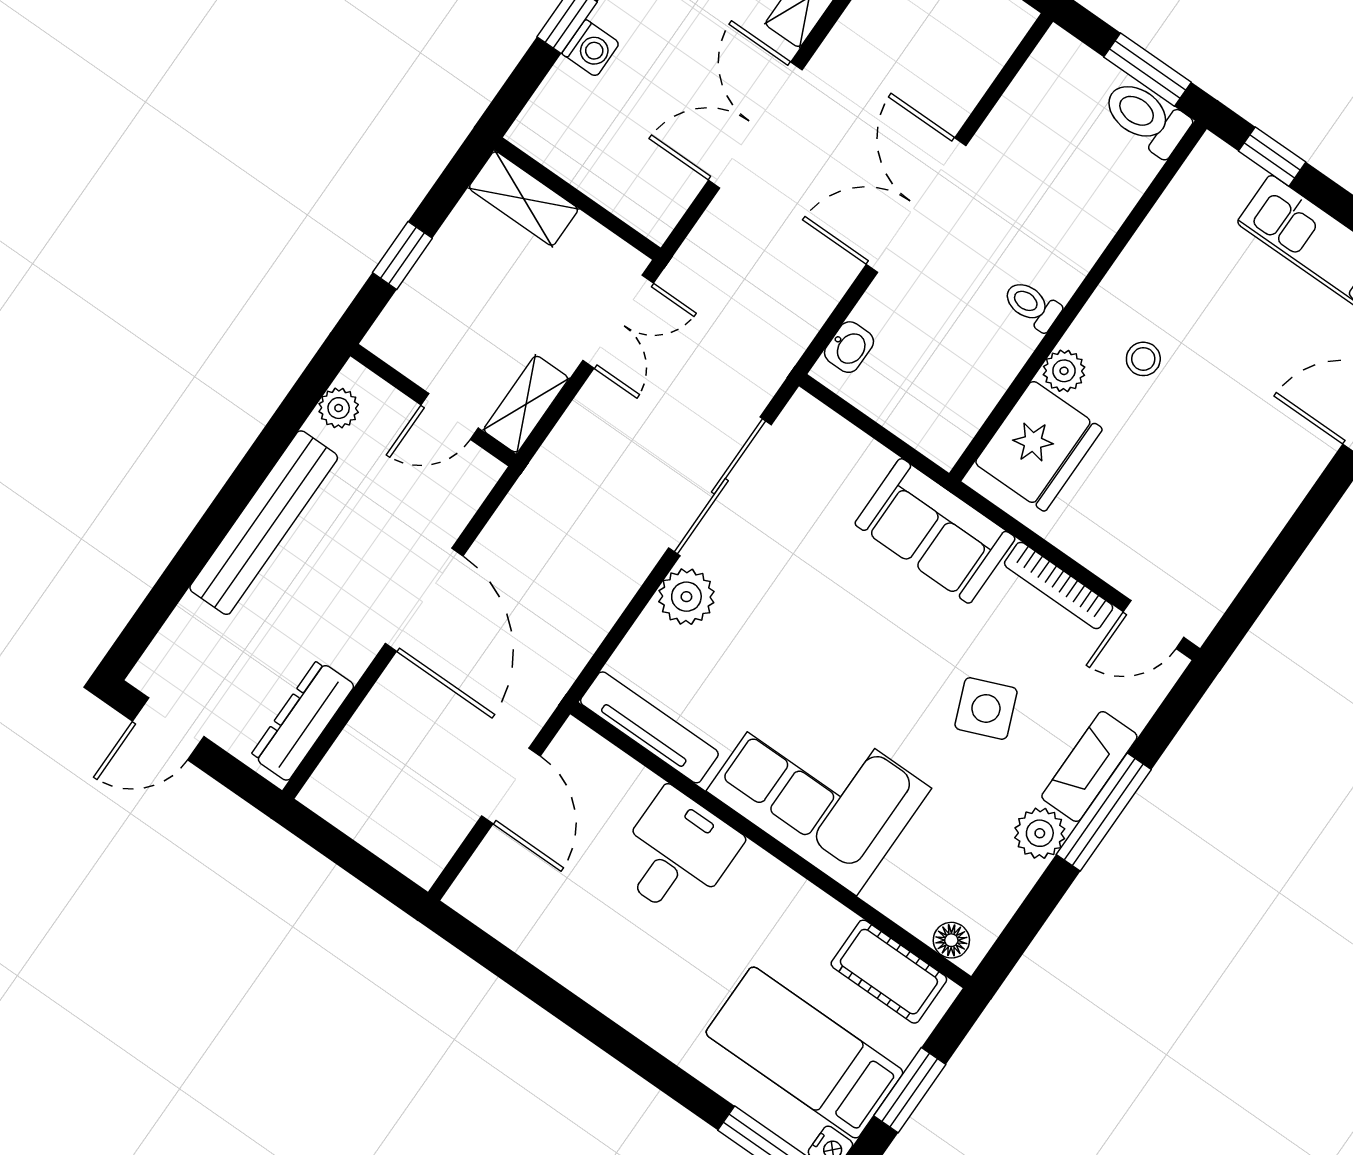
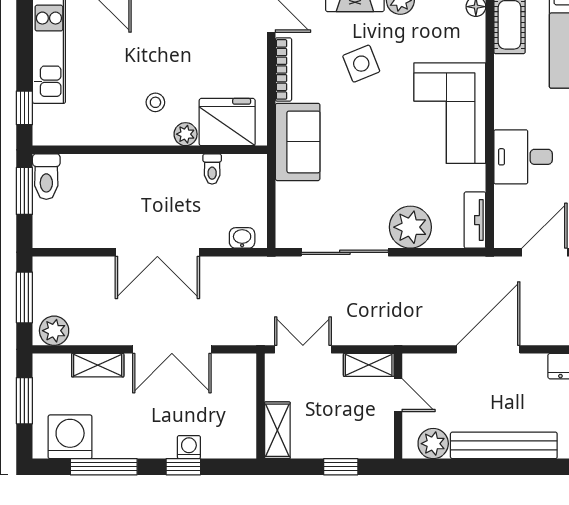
toilet: (1032, 305) -> (212, 169), moved
plant: (339, 408) -> (433, 444), width x1.38, depth x1.38
plant: (686, 597) -> (410, 227), width x1.36, depth x1.36
tv unit: (649, 727) -> (475, 220), width x0.71

